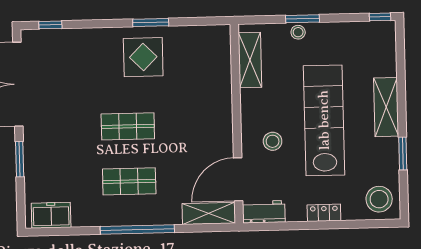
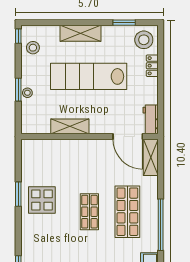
shelving: (250, 60) -> (70, 126), moved
stool: (273, 141) -> (33, 48), moved
window: (403, 153) -> (124, 23), moved
shop shelf: (129, 181) -> (127, 212), width x1.43, depth x1.36
locker: (324, 213) -> (152, 66), moved
window: (137, 229) -> (161, 225), moved

